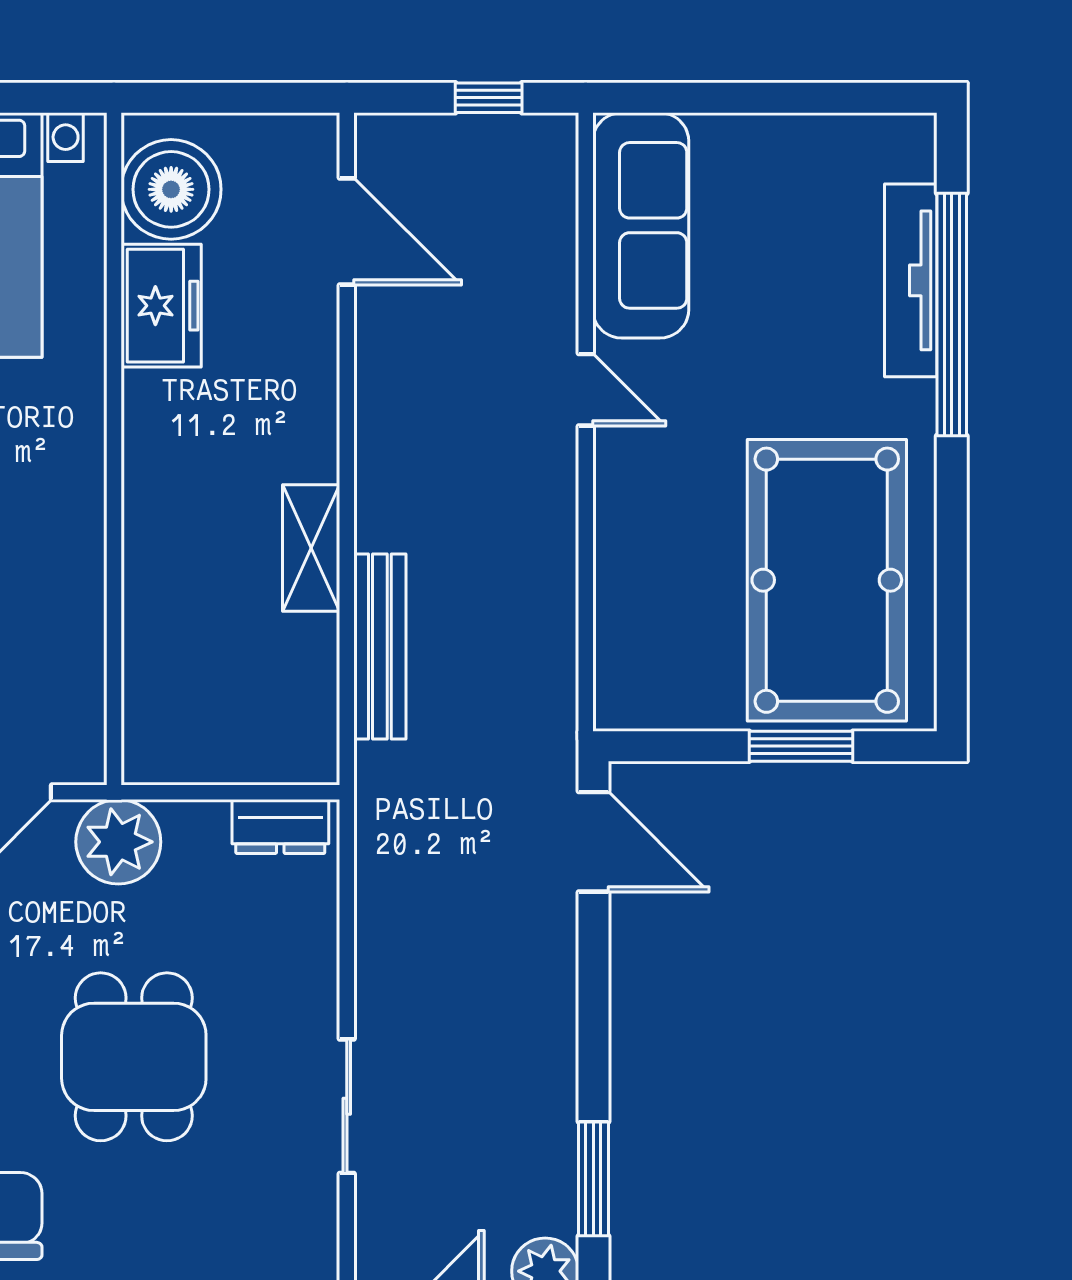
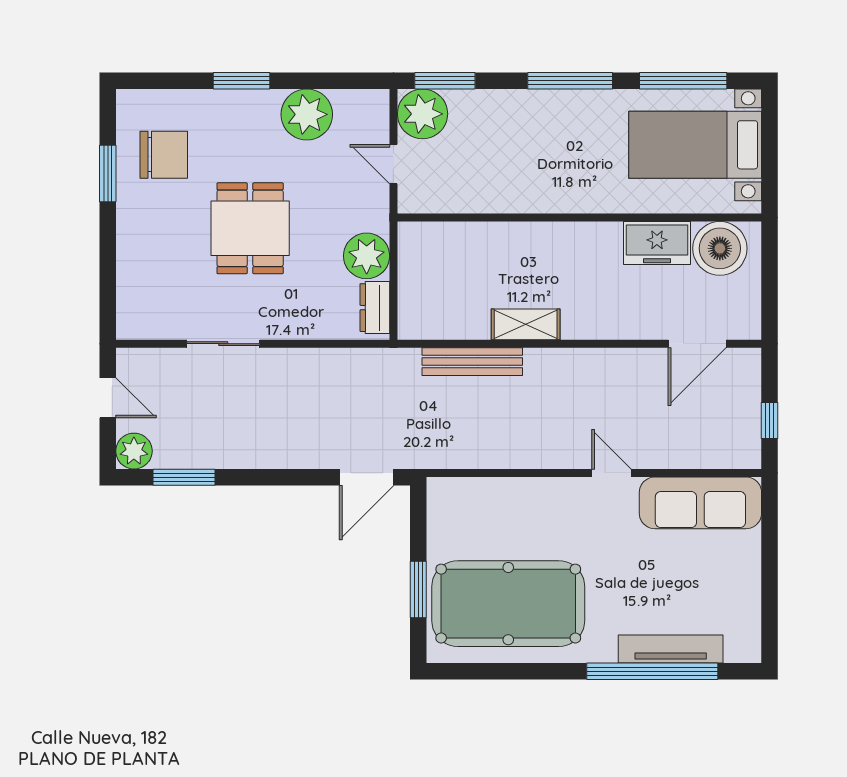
door: (586, 390) -> (611, 473), swing flipped
plant: (118, 842) -> (367, 256), moved
dining table: (134, 1057) -> (250, 228), turned 90

